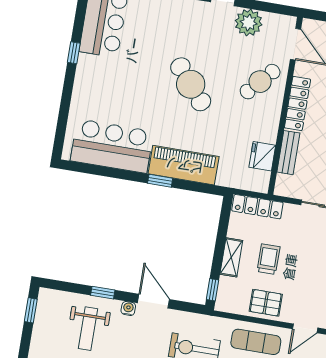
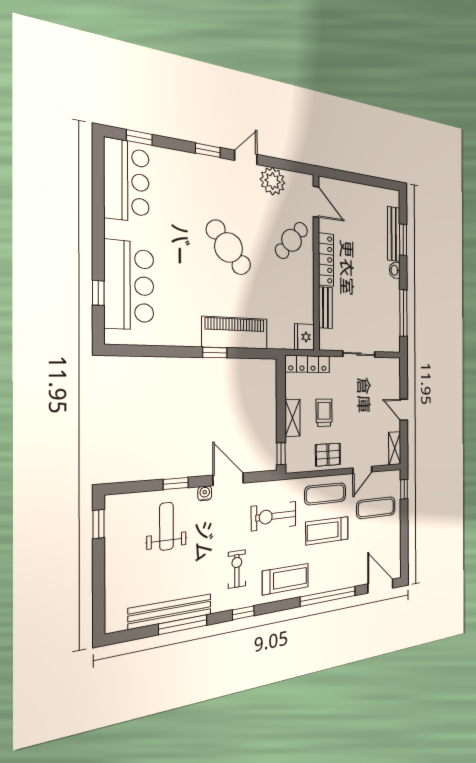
window: (74, 53) -> (98, 293), moved
bar counter: (112, 146) -> (129, 285), moved, turned 90
fridge: (262, 156) -> (304, 337), moved
weight bench: (88, 329) -> (167, 526), turned 180

